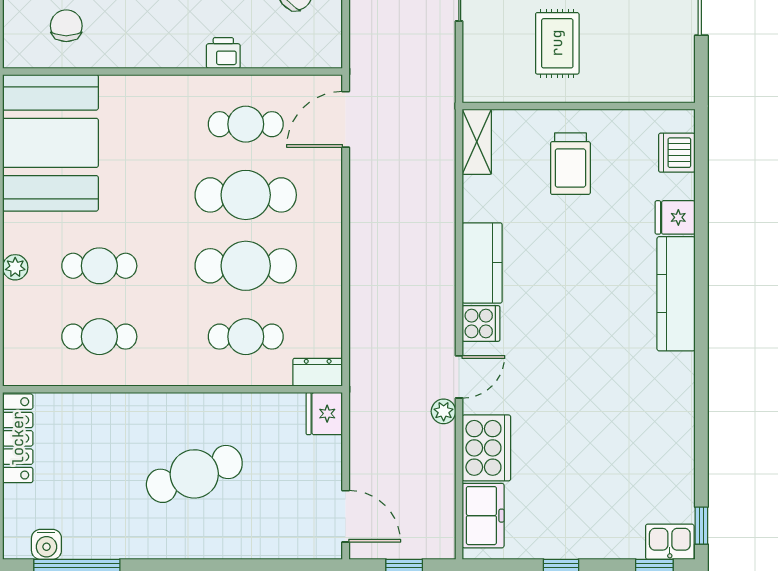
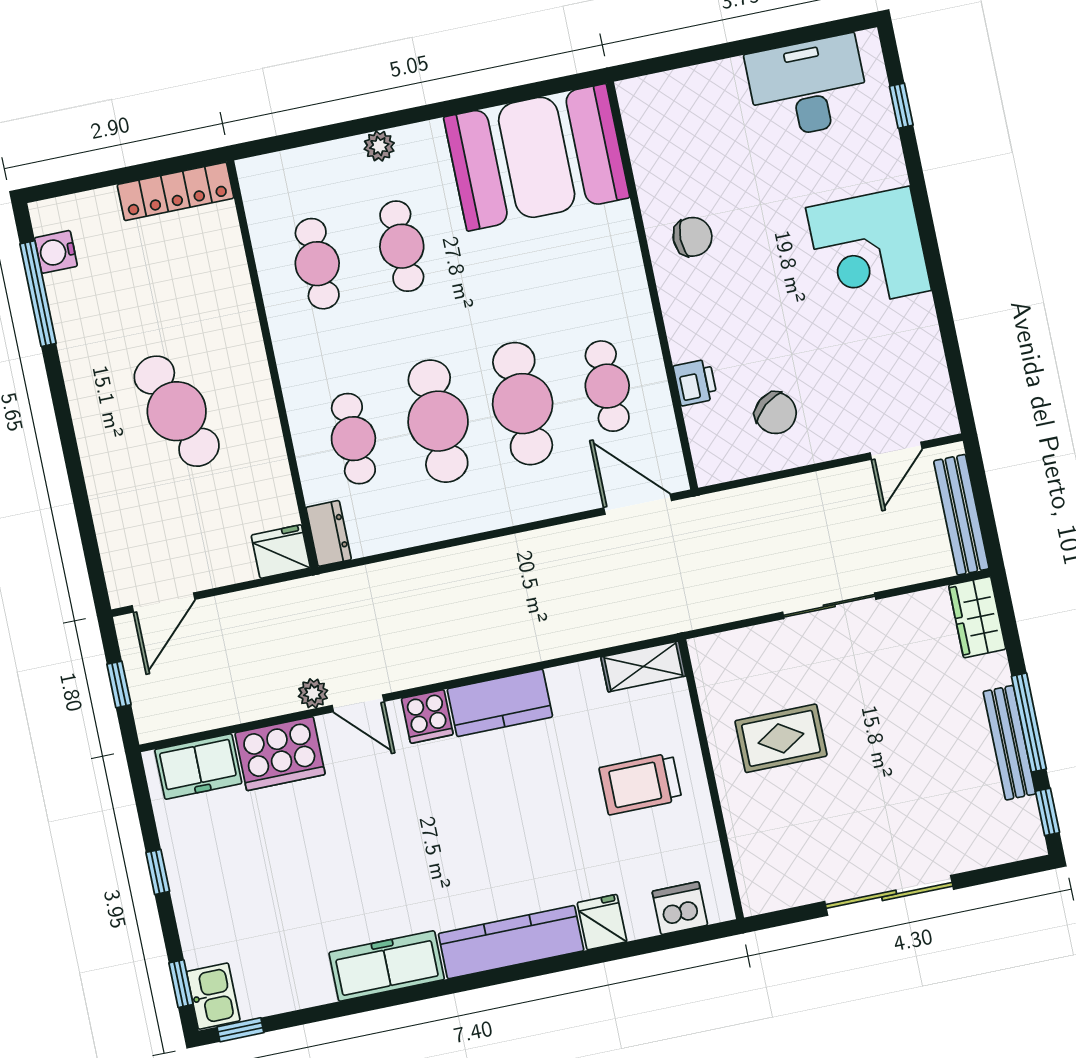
chair: (66, 26) -> (693, 237), moved
printer: (223, 53) -> (695, 382), moved
freezer: (674, 398) -> (387, 966), added

